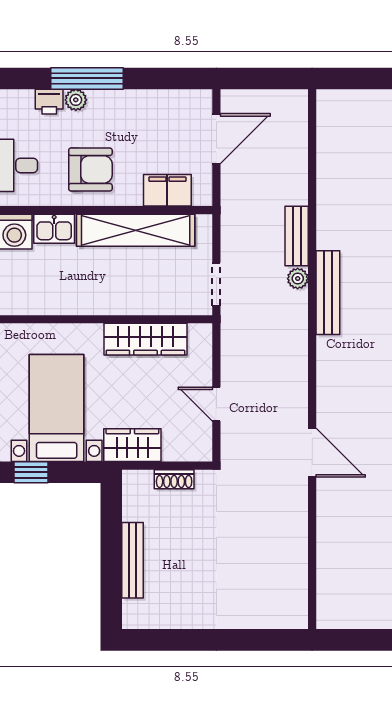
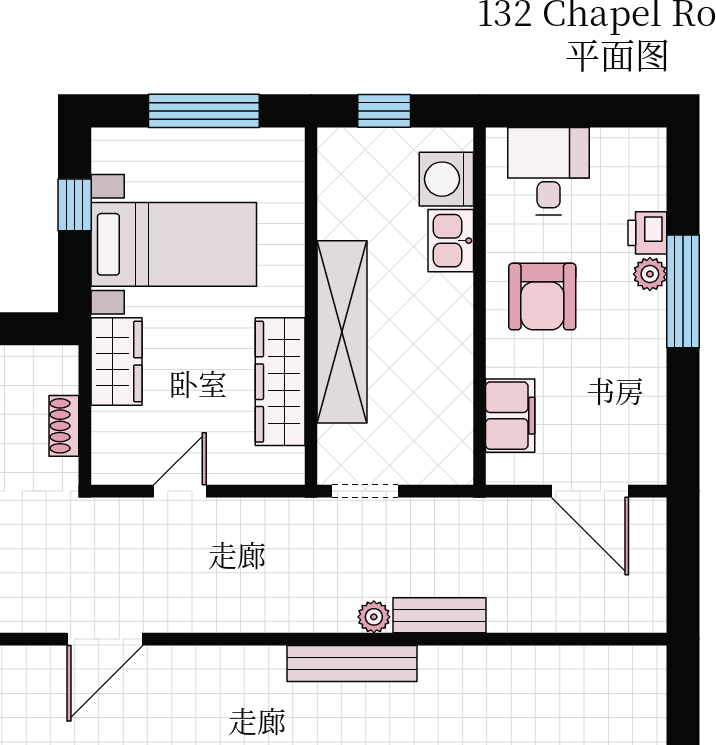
shelving: (136, 230) -> (342, 332), moved

